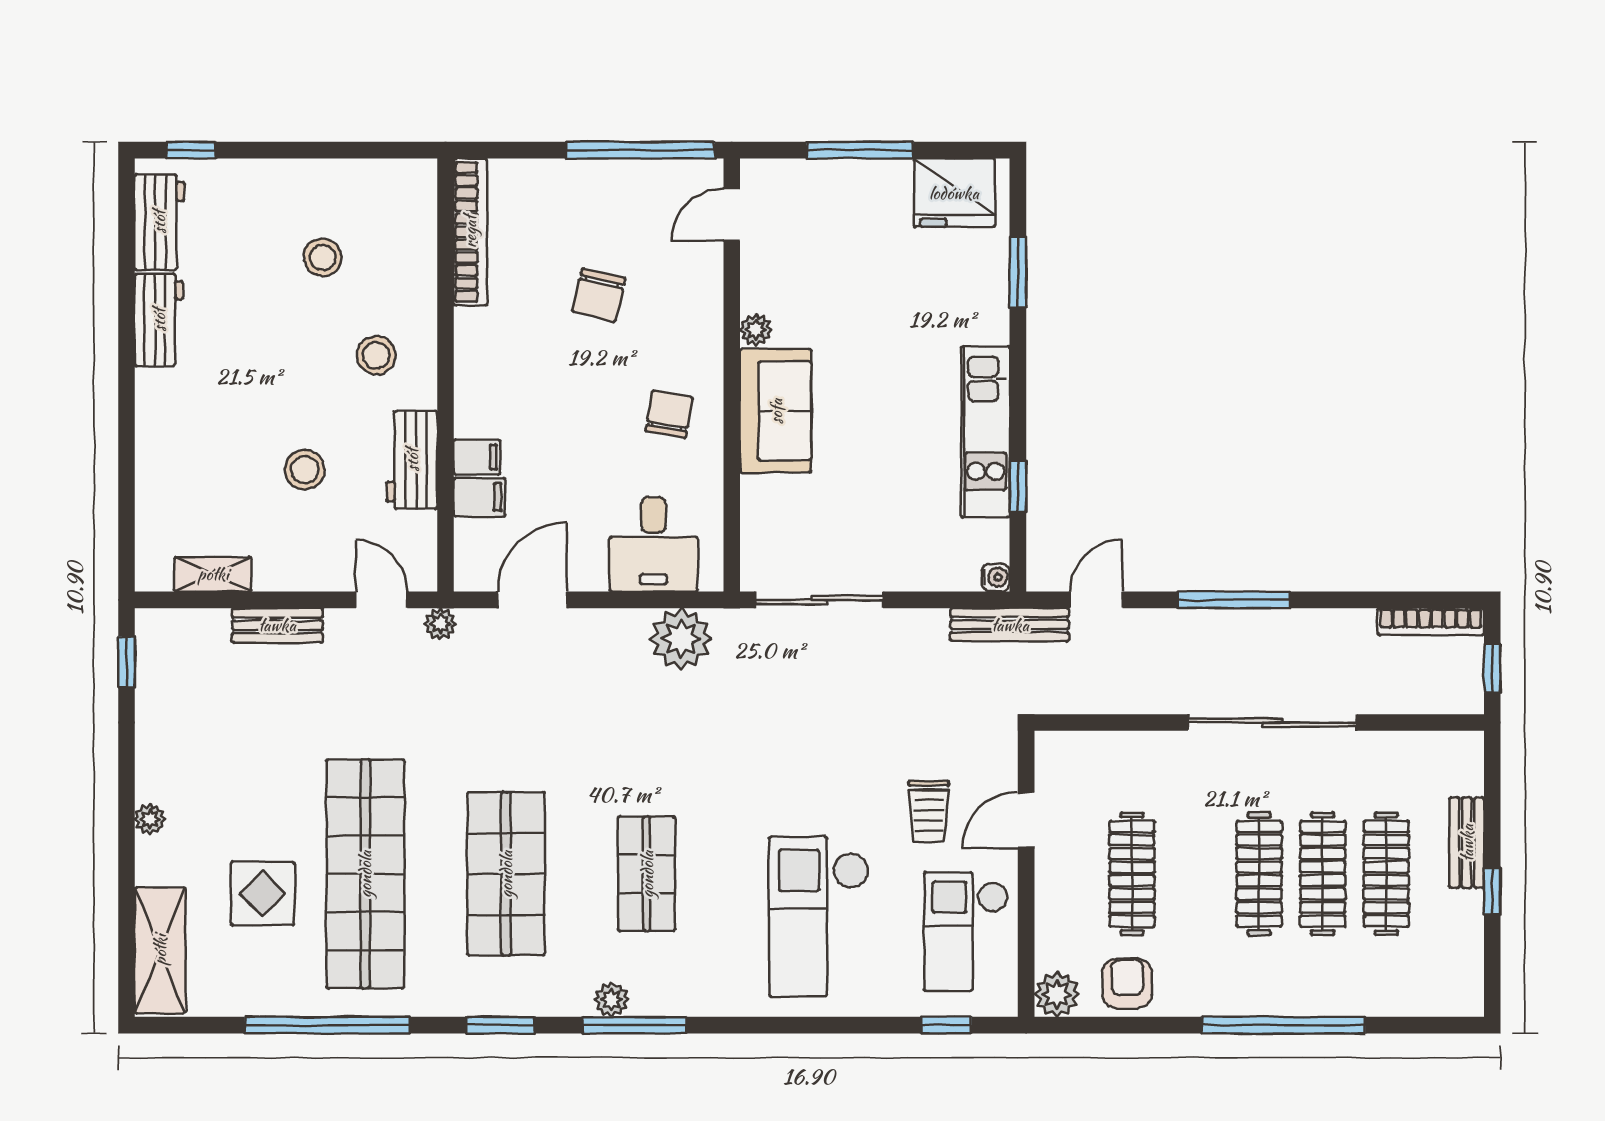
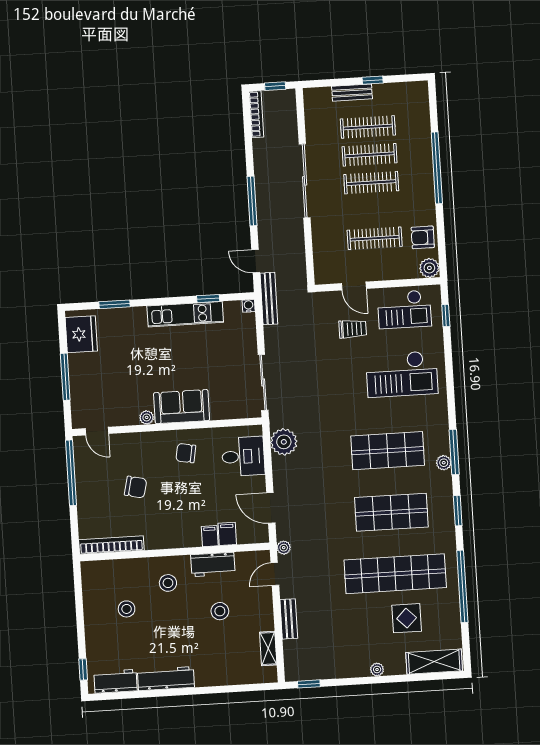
workbench: (159, 320) -> (166, 679), width x1.37
shop shelf: (647, 874) -> (388, 451), width x1.43, depth x1.36

